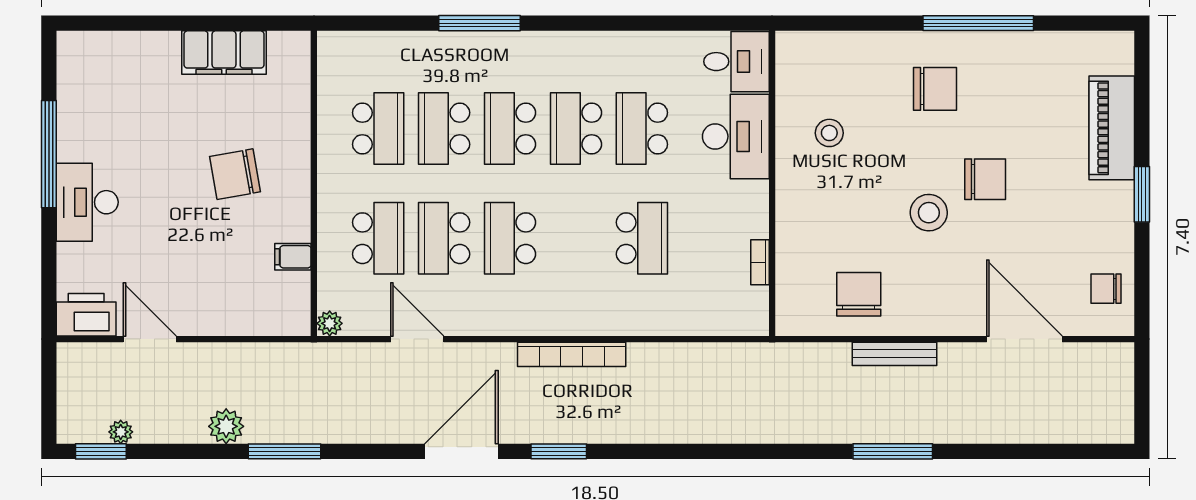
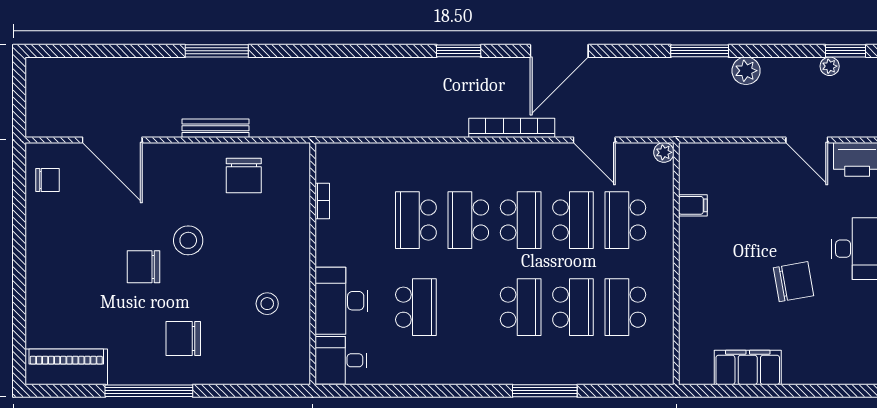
school desk: (576, 128) -> (468, 220), moved, turned 180
piano: (1112, 128) -> (66, 367), moved, turned -90
chair: (235, 174) -> (794, 282), moved
window: (1142, 194) -> (19, 255), removed
bookcase: (572, 354) -> (512, 128), moved
window: (559, 451) -> (459, 51), moved

